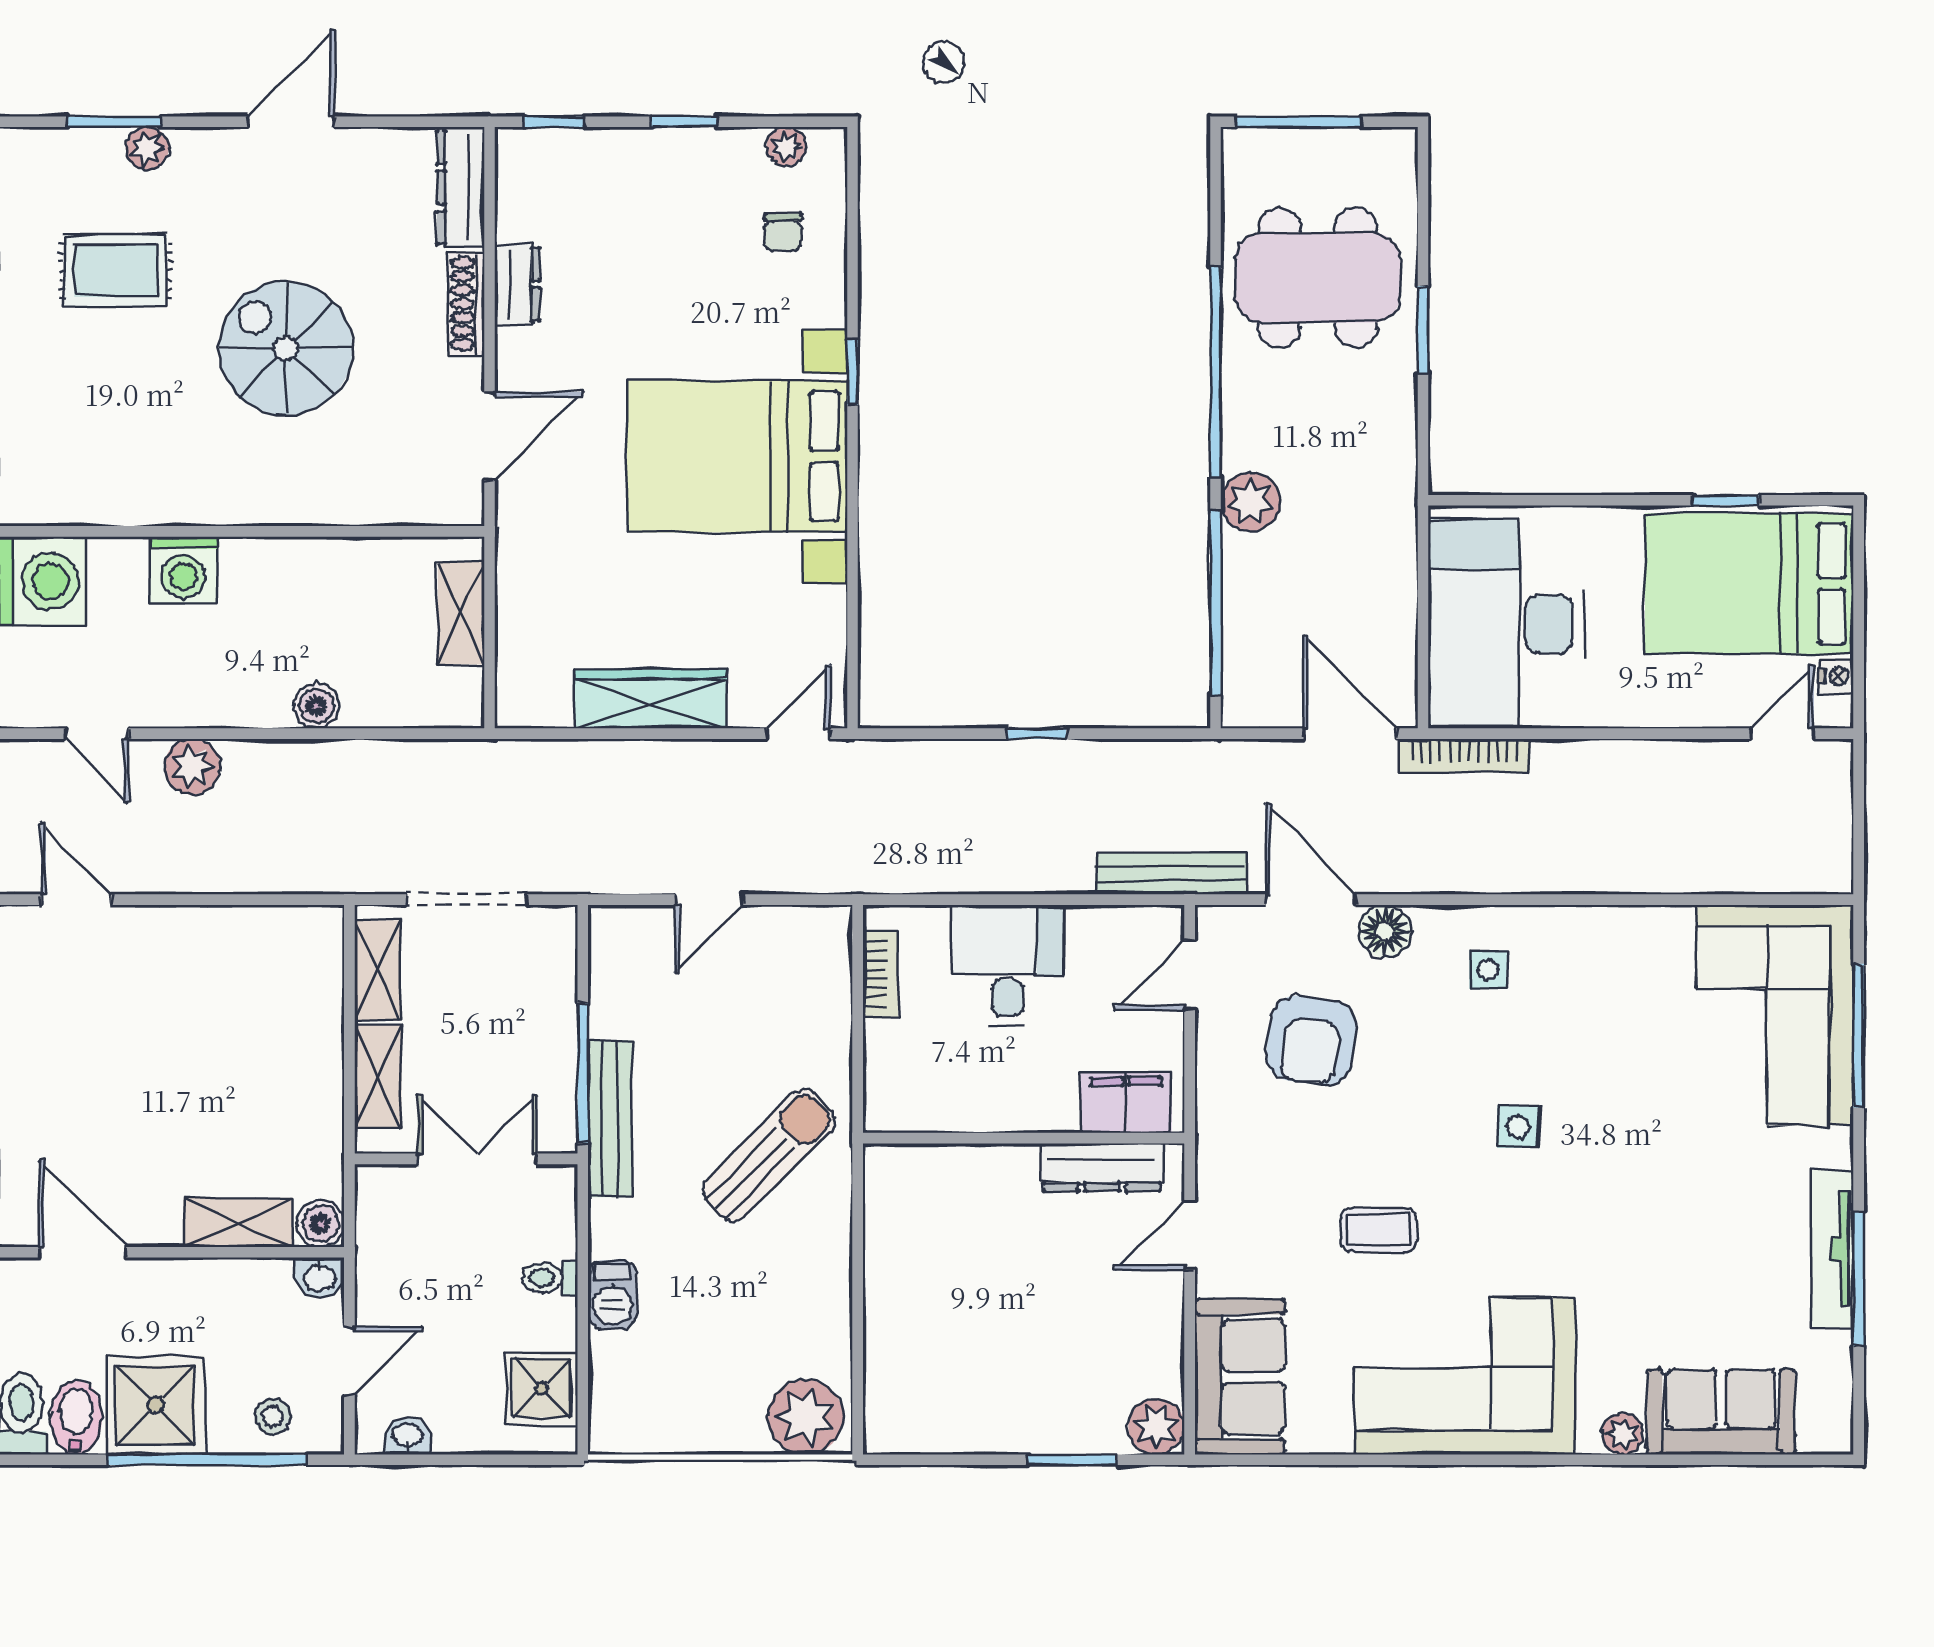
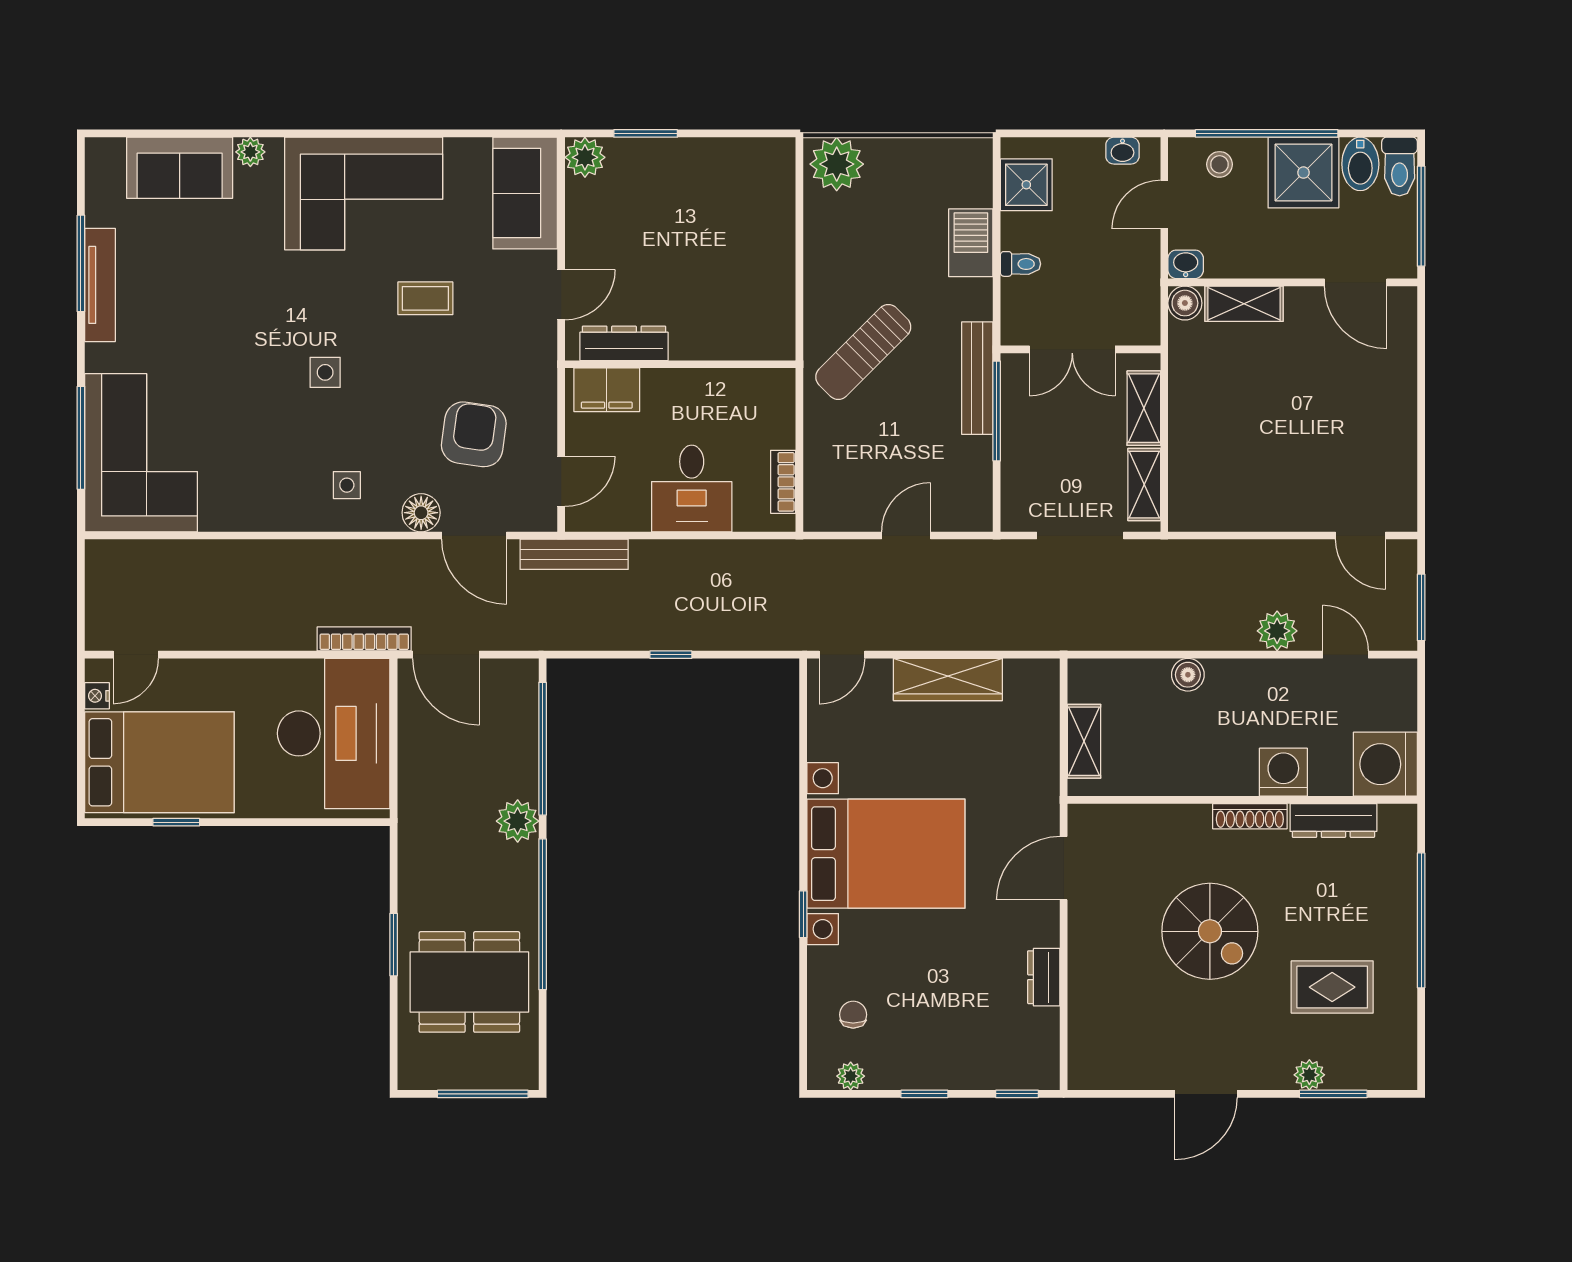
dresser: (461, 187) -> (1333, 821), moved, turned 90
shoe rack: (467, 304) -> (1250, 816), moved, turned 90
barbecue: (612, 1294) -> (971, 243), width x1.38, depth x1.27

